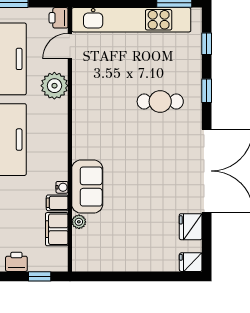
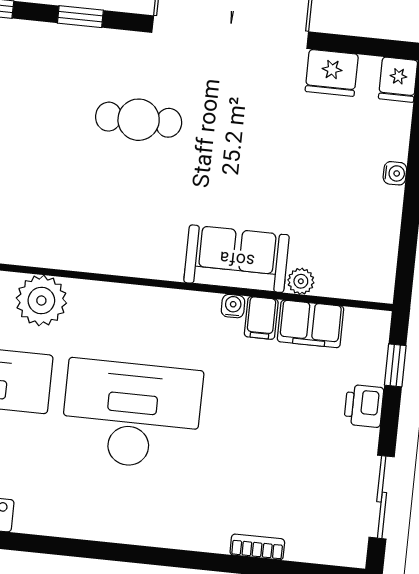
cafe table: (160, 102) -> (139, 120), moved, turned 90
water cooler: (141, 266) -> (395, 173), added

